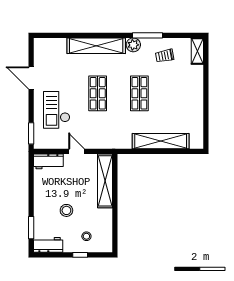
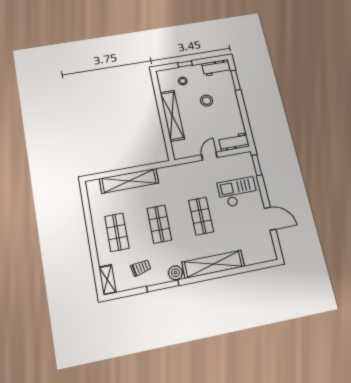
shop shelf: (181, 93) -> (117, 232), added
checkout: (57, 110) -> (238, 192), turned -90
door: (76, 151) -> (209, 156), swing flipped
shelving: (105, 181) -> (172, 116), moved

